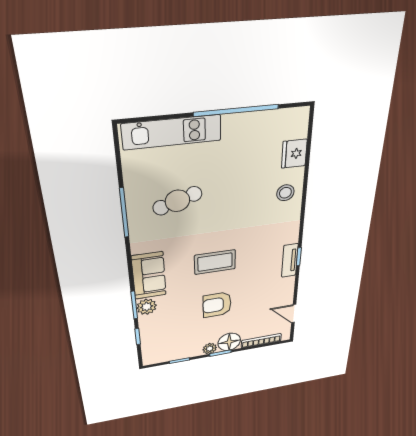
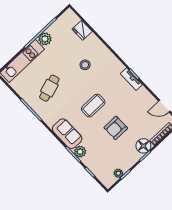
plant: (235, 125) -> (45, 39), added
stool: (285, 193) -> (85, 65), moved
plant: (210, 349) -> (118, 173), moved

